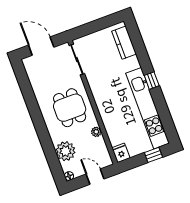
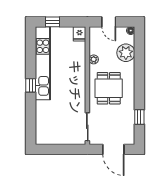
kitchen counter: (124, 43) -> (42, 126), removed
window: (27, 90) -> (139, 117), added

